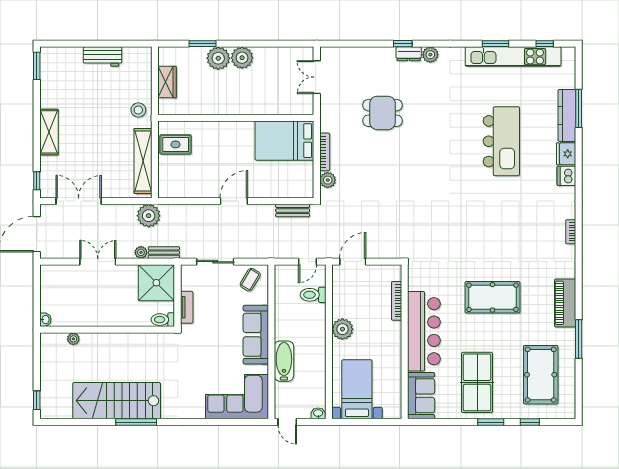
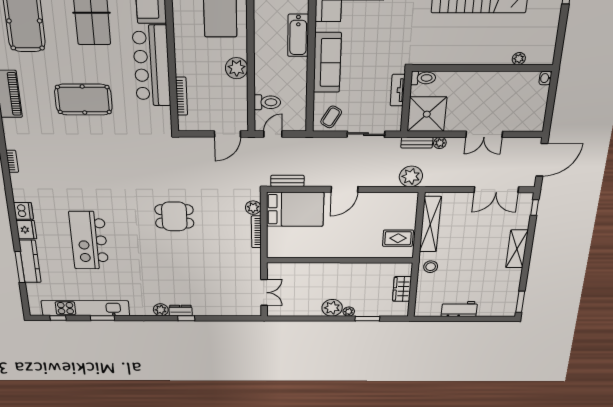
plant: (218, 58) -> (349, 312), width x0.53, depth x0.53
dining table: (383, 113) -> (174, 216), moved
bed: (284, 141) -> (295, 209), moved
plant: (149, 216) -> (411, 176), moved

